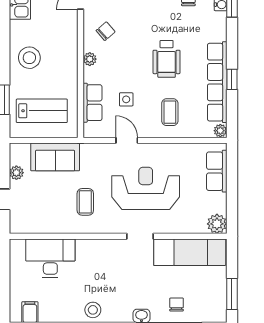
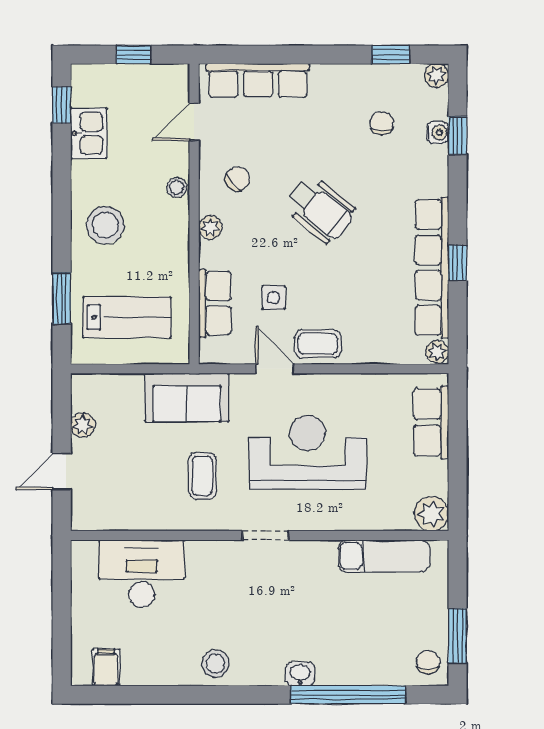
stool: (70, 36) -> (177, 187), added
wheelchair: (167, 59) -> (320, 209), moved, turned -51
coffee table: (170, 112) -> (318, 344), moved, turned 90
sofa: (55, 157) -> (187, 398), moved
doorway: (140, 236) -> (265, 535), moved
exam couch: (190, 252) -> (384, 556), width x0.73, depth x0.69
chair: (177, 305) -> (428, 662), moved

